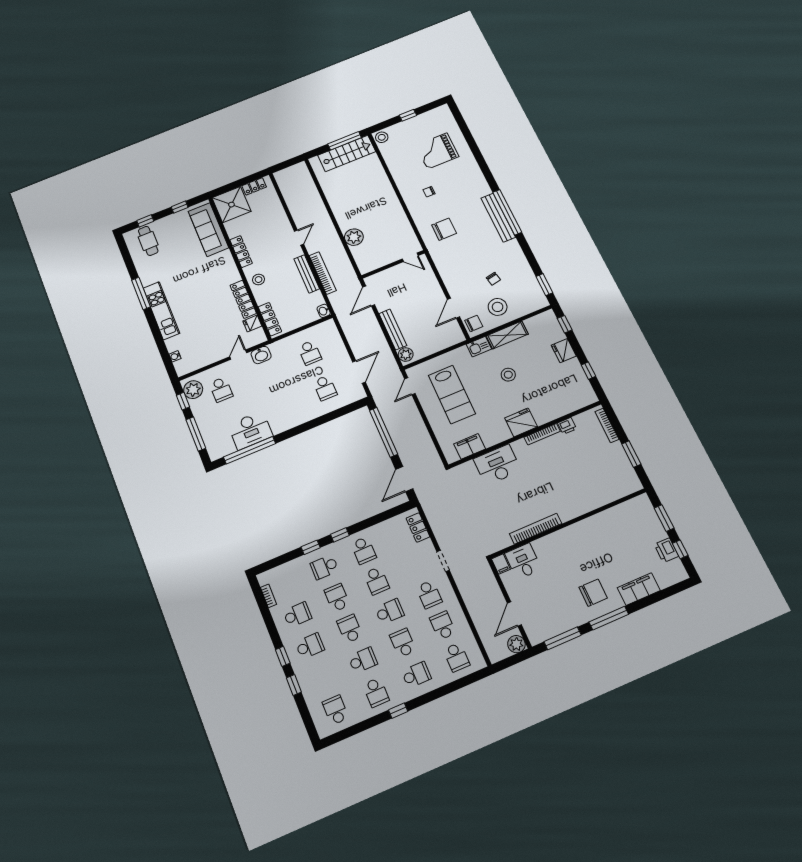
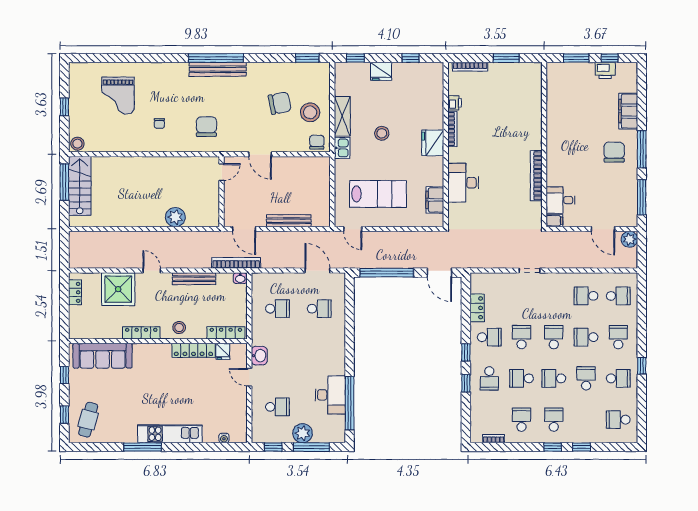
shower: (231, 205) -> (118, 289), moved
cafe table: (148, 241) -> (88, 420), turned -75
bookcase: (323, 273) -> (236, 263), moved
chair: (493, 279) -> (280, 103), width x1.87, depth x1.87
door: (453, 308) -> (260, 154), moved
plant: (406, 355) -> (319, 219), removed
plant: (193, 390) -> (303, 433), moved
locker: (418, 527) -> (477, 308), moved, turned -90
school desk: (376, 581) -> (522, 337), turned -90
school desk: (429, 594) -> (554, 296), removed

